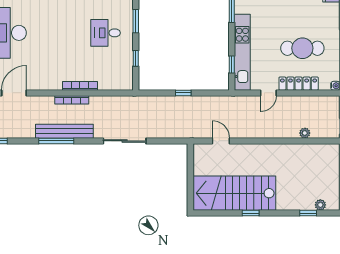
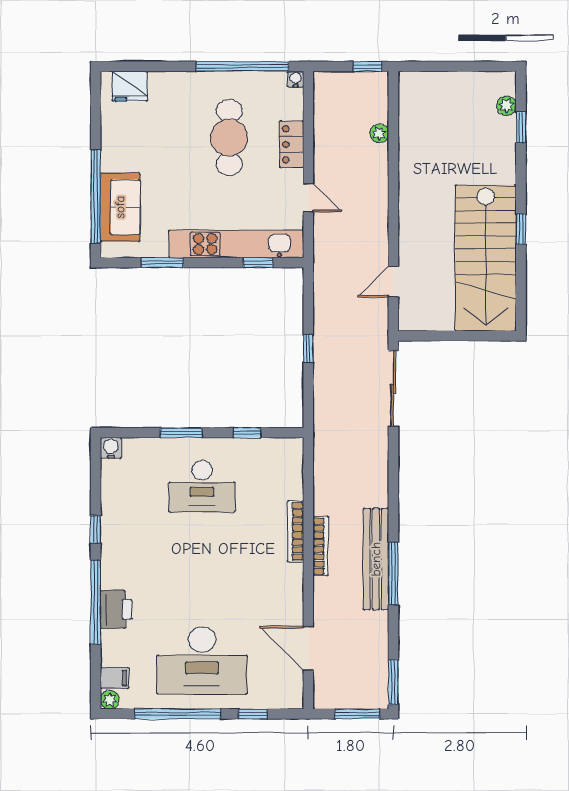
desk: (105, 33) -> (202, 486), width x1.37
locker: (299, 84) -> (292, 144), width x0.66
sliding door: (125, 141) -> (393, 389), moved

